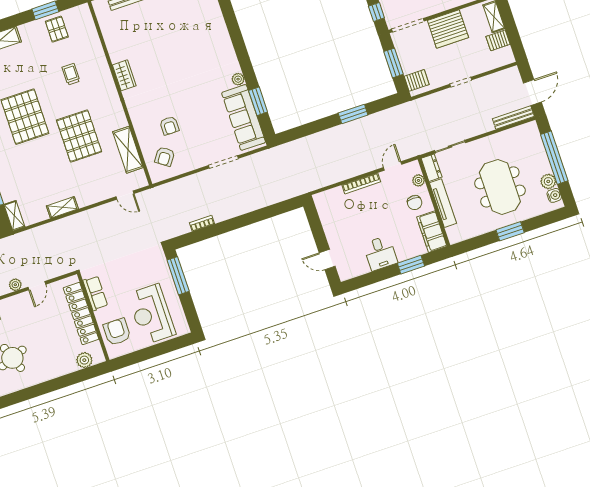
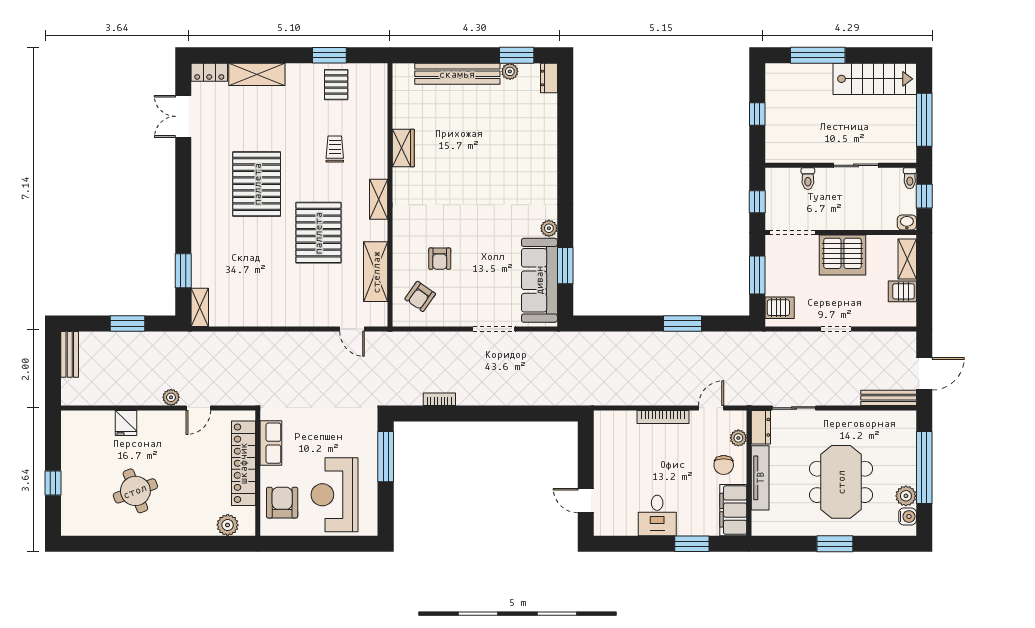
wardrobe: (124, 75) -> (403, 148), moved
shelving: (62, 207) -> (379, 199), moved, turned 90

